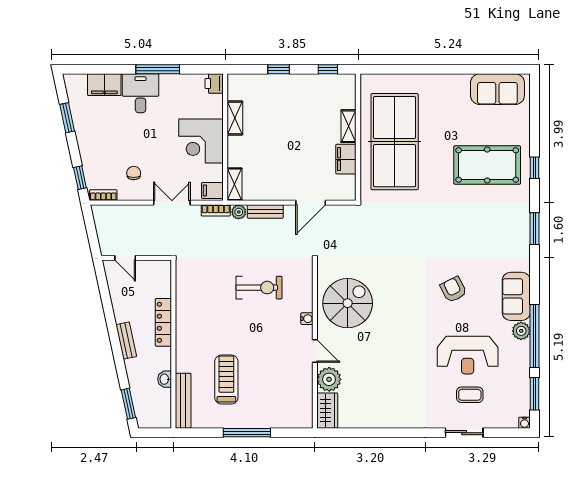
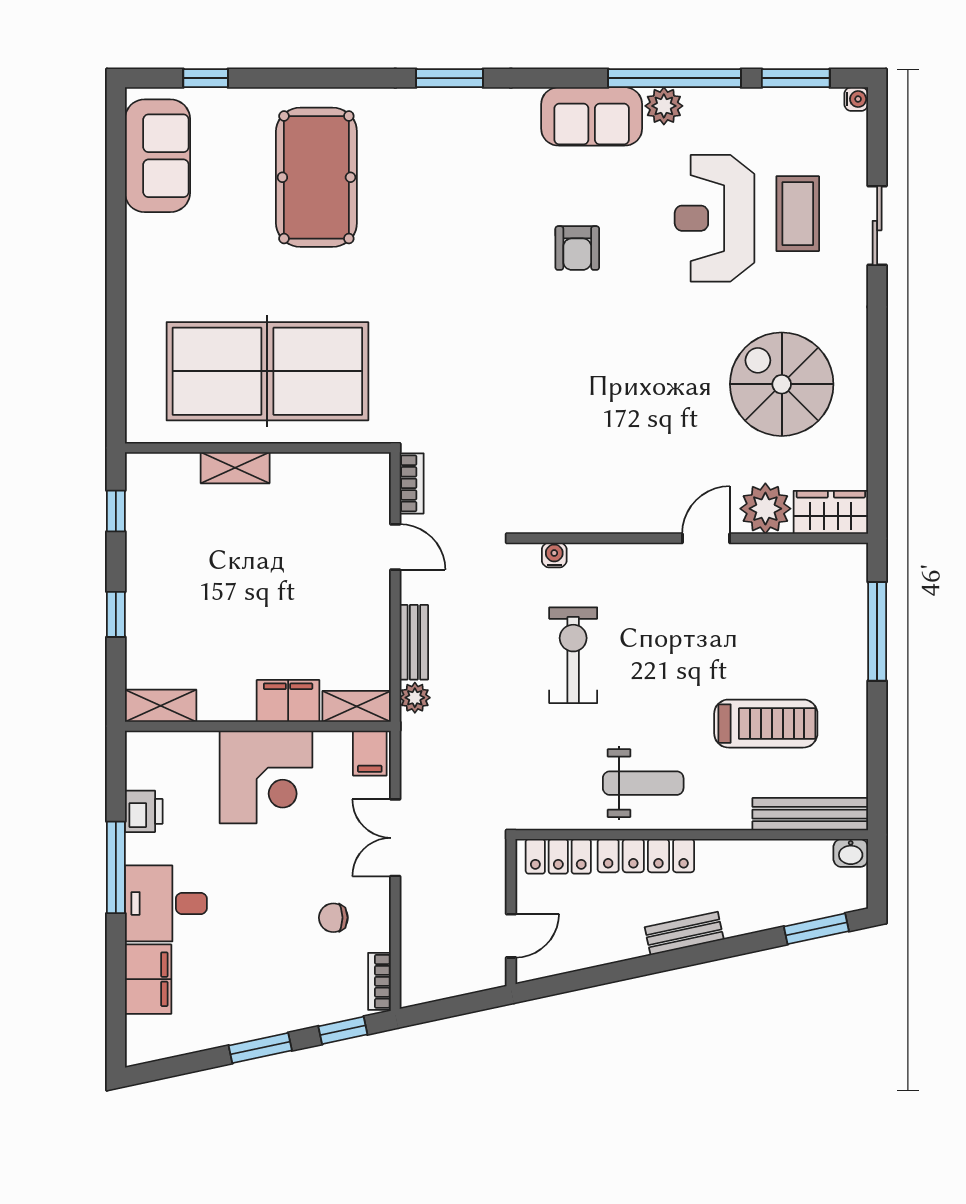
printer: (214, 83) -> (144, 811), moved, turned -90
window: (67, 118) -> (260, 1048), moved
shelving: (235, 118) -> (161, 706), moved
filing cabinet: (346, 159) -> (288, 701), moved, turned 180
window: (534, 168) -> (206, 78), moved
door: (311, 203) -> (395, 547), width x0.73
bookcase: (216, 210) -> (412, 483), moved
locker: (163, 280) -> (558, 856), added
armchair: (453, 290) -> (577, 248), turned -63
spiral stairs: (348, 303) -> (782, 384), moved
water cooler: (307, 319) -> (554, 555), moved
weight bench: (198, 321) -> (643, 783), added
reception desk: (468, 355) -> (715, 218), turned 180
washbasin: (165, 379) -> (851, 853), moved
treadmill: (226, 380) -> (766, 724), turned 180
coffee table: (470, 395) -> (798, 214), width x1.36, depth x1.30
window: (247, 433) -> (877, 631), moved

